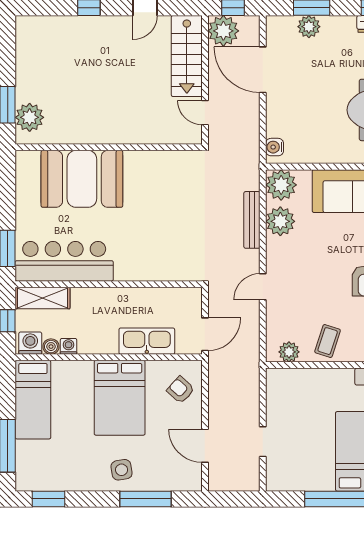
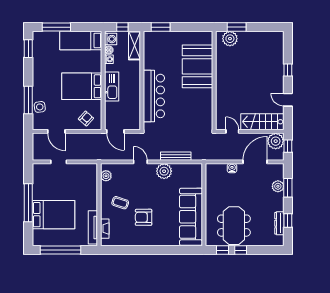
door: (205, 113) -> (232, 131), hinge flipped
water cooler: (275, 147) -> (232, 168), moved
plant: (281, 185) -> (194, 172), removed
plant: (280, 221) -> (164, 171), moved
bar counter: (64, 261) -> (154, 96), moved
kitchen sink: (147, 341) -> (112, 86), moved
coffee table: (328, 341) -> (120, 203), moved
door: (205, 446) -> (56, 131), swing flipped
side table: (122, 470) -> (40, 107), moved

